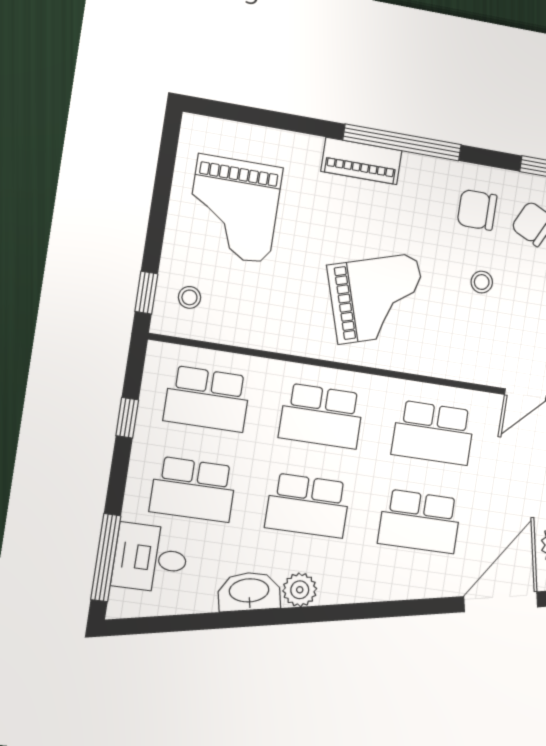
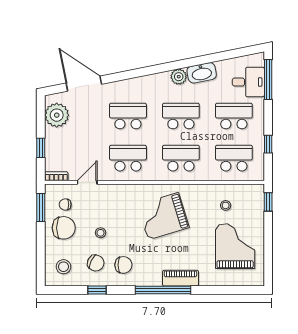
stool: (482, 282) -> (101, 233), moved
stool: (189, 297) -> (226, 205), moved
door: (501, 602) -> (84, 84), swing flipped

